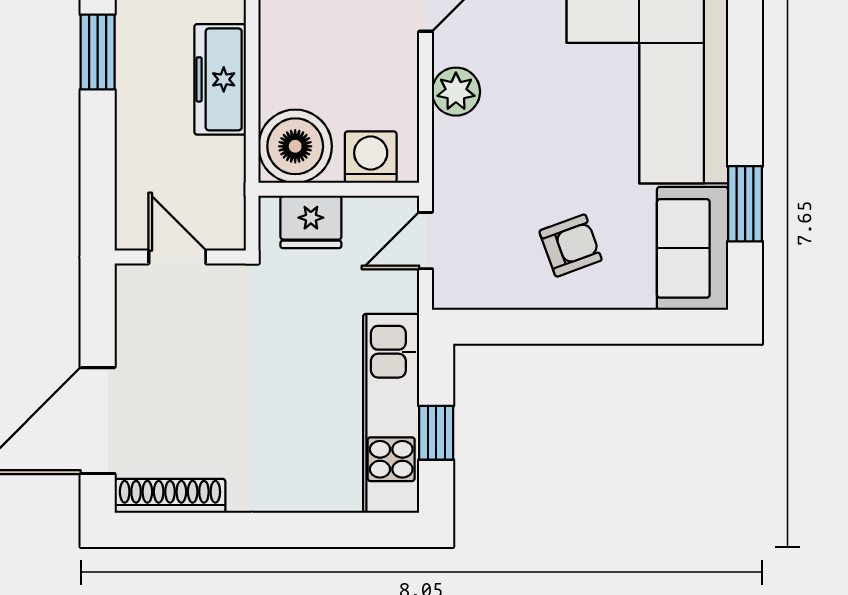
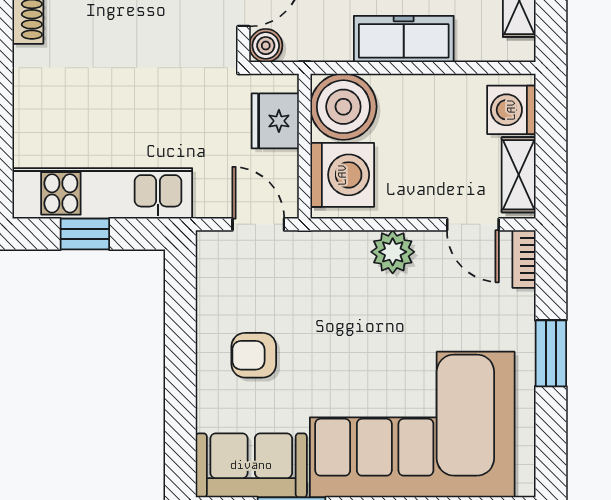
washing machine: (371, 157) -> (342, 175), width x1.37, depth x1.37
boiler: (227, 232) -> (266, 46), added
armchair: (571, 246) -> (254, 355), turned 110

